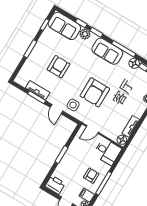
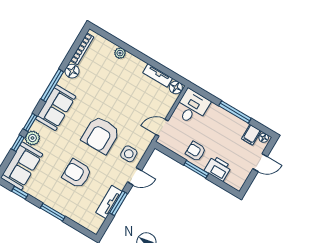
armchair: (95, 92) -> (101, 135), moved, turned 90
door: (92, 129) -> (162, 128), swing flipped
armchair: (91, 176) -> (196, 151), moved
printer: (55, 185) -> (218, 168), moved, turned 90

